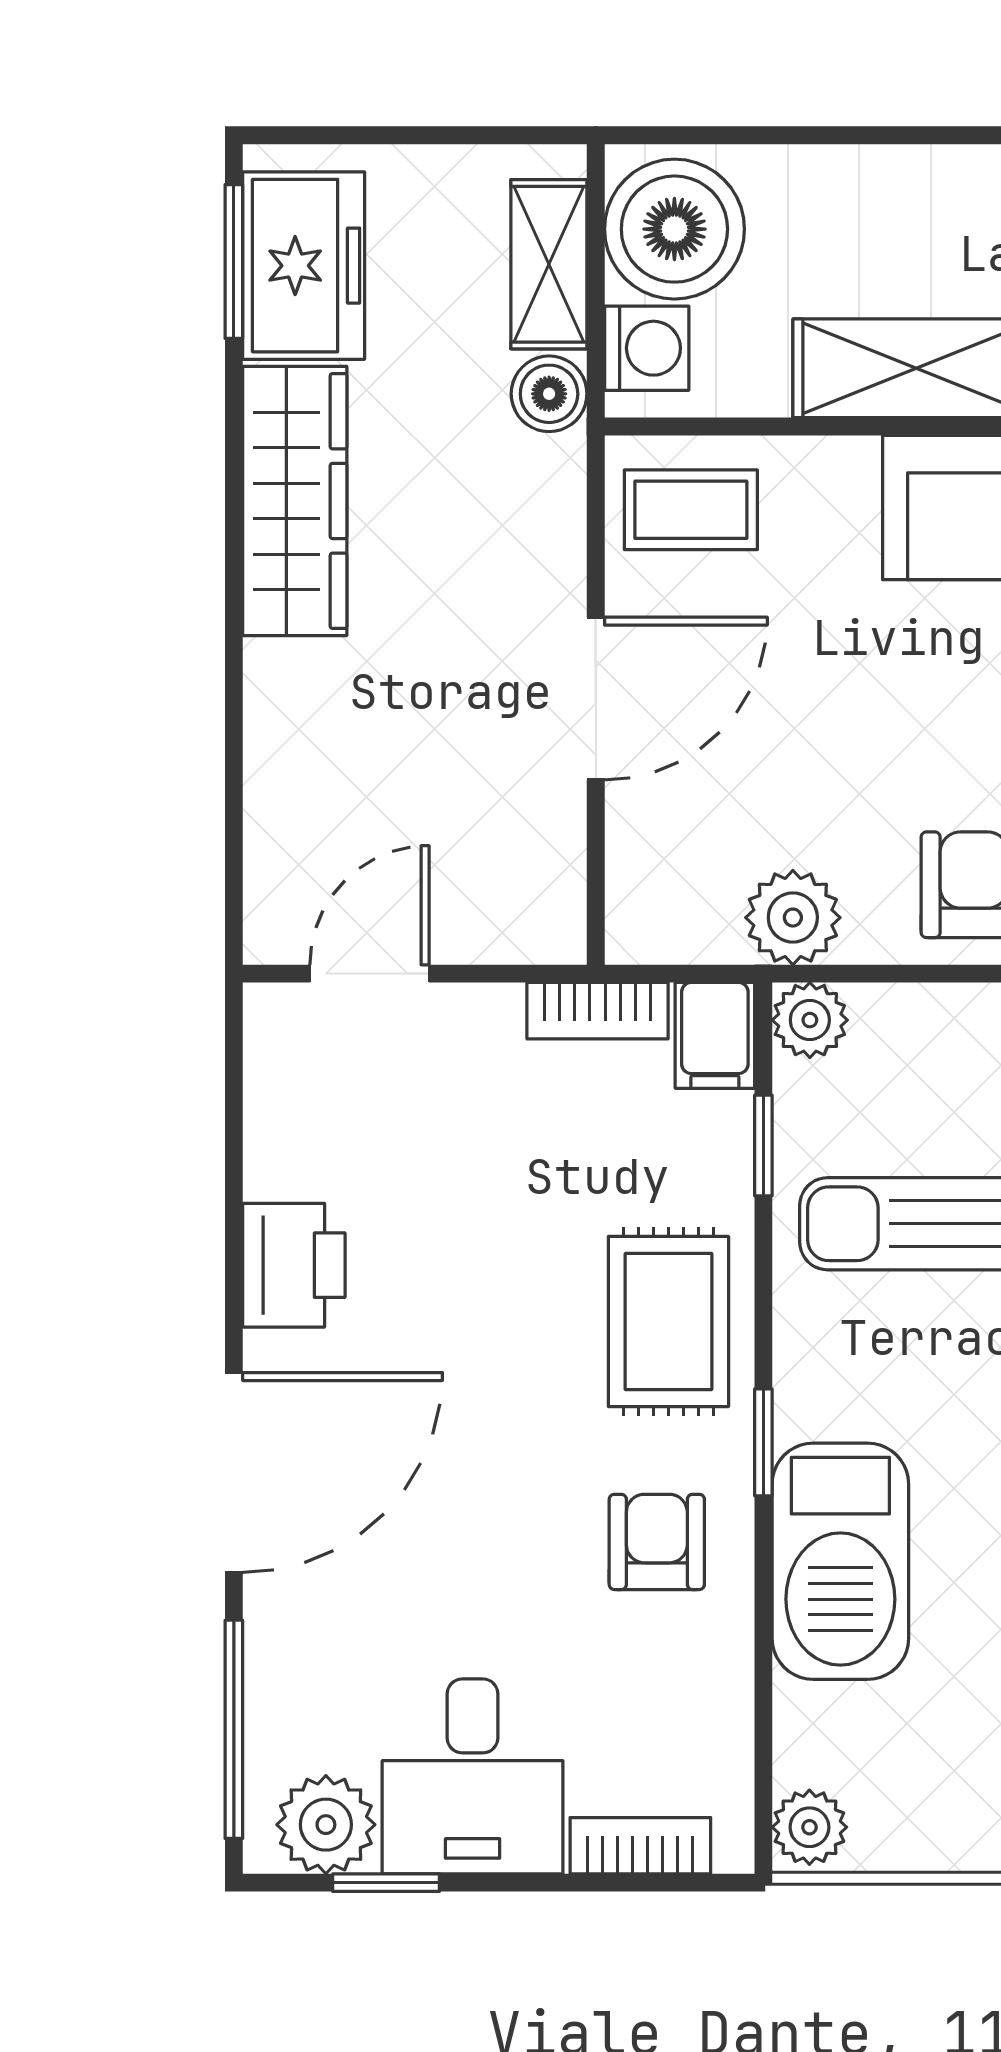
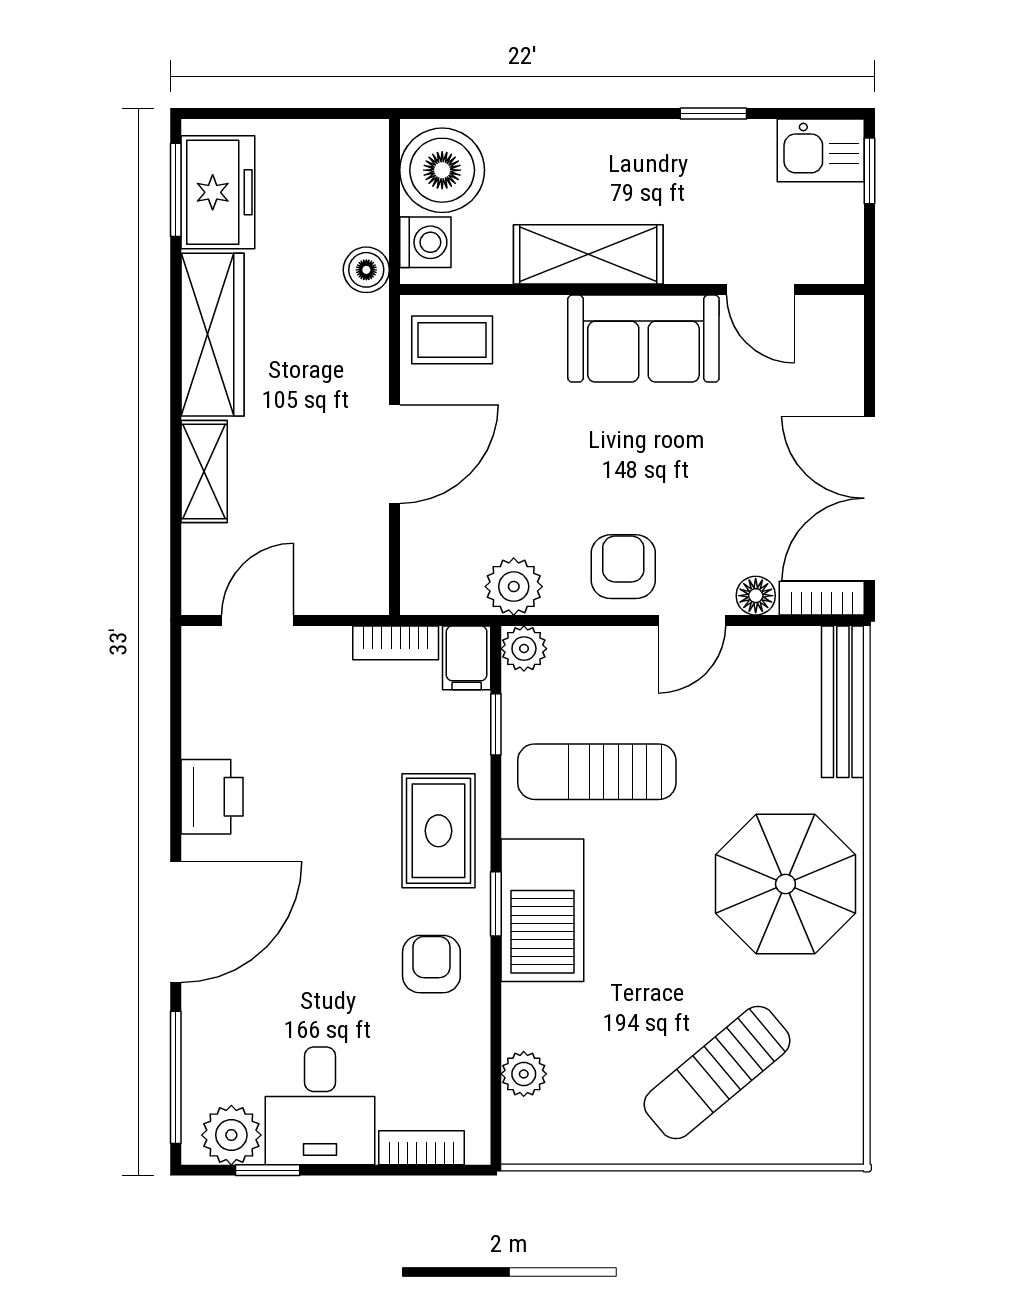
shelving: (549, 264) -> (204, 471), moved
barbecue: (840, 1561) -> (542, 910), moved
plant: (809, 1827) -> (524, 1074), moved

